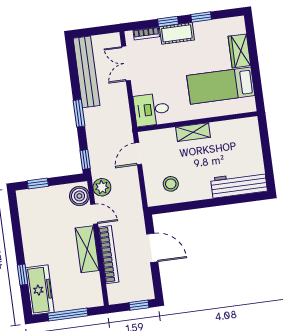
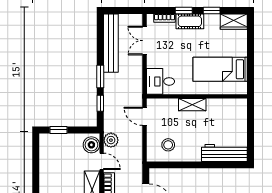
wardrobe: (239, 51) -> (234, 22), moved, turned -90
door: (138, 154) -> (145, 116), hinge flipped
window: (85, 159) -> (100, 103), moved

